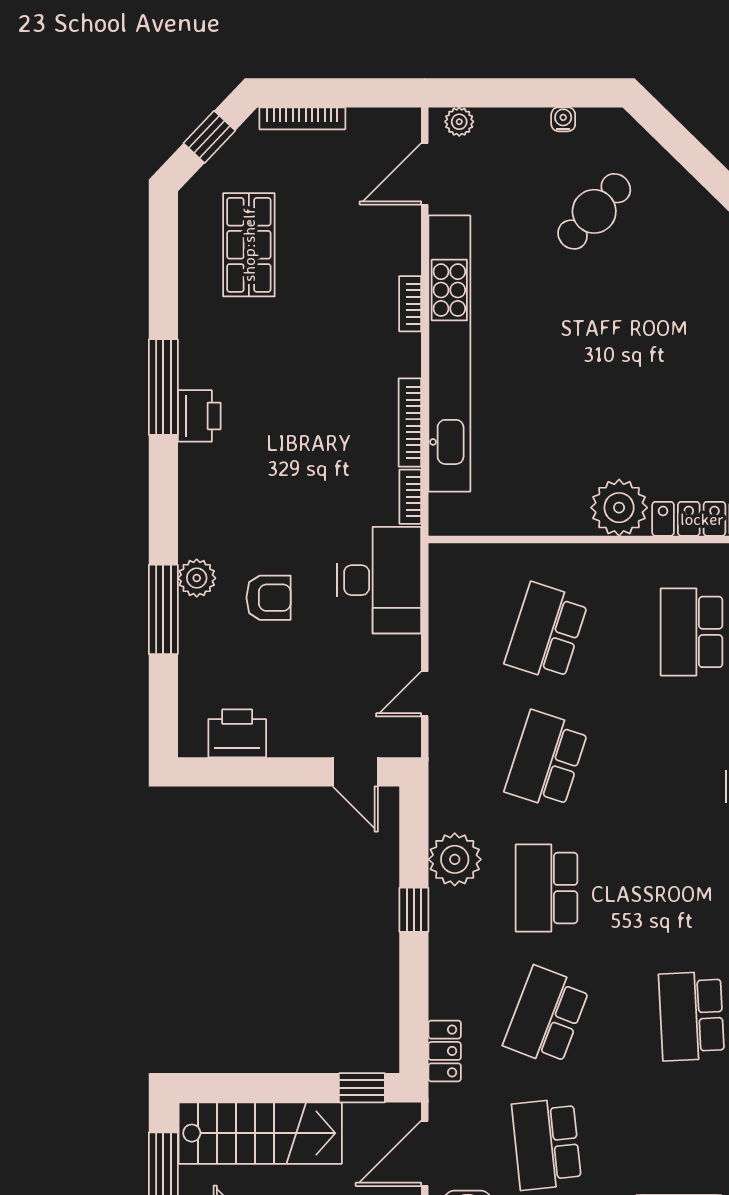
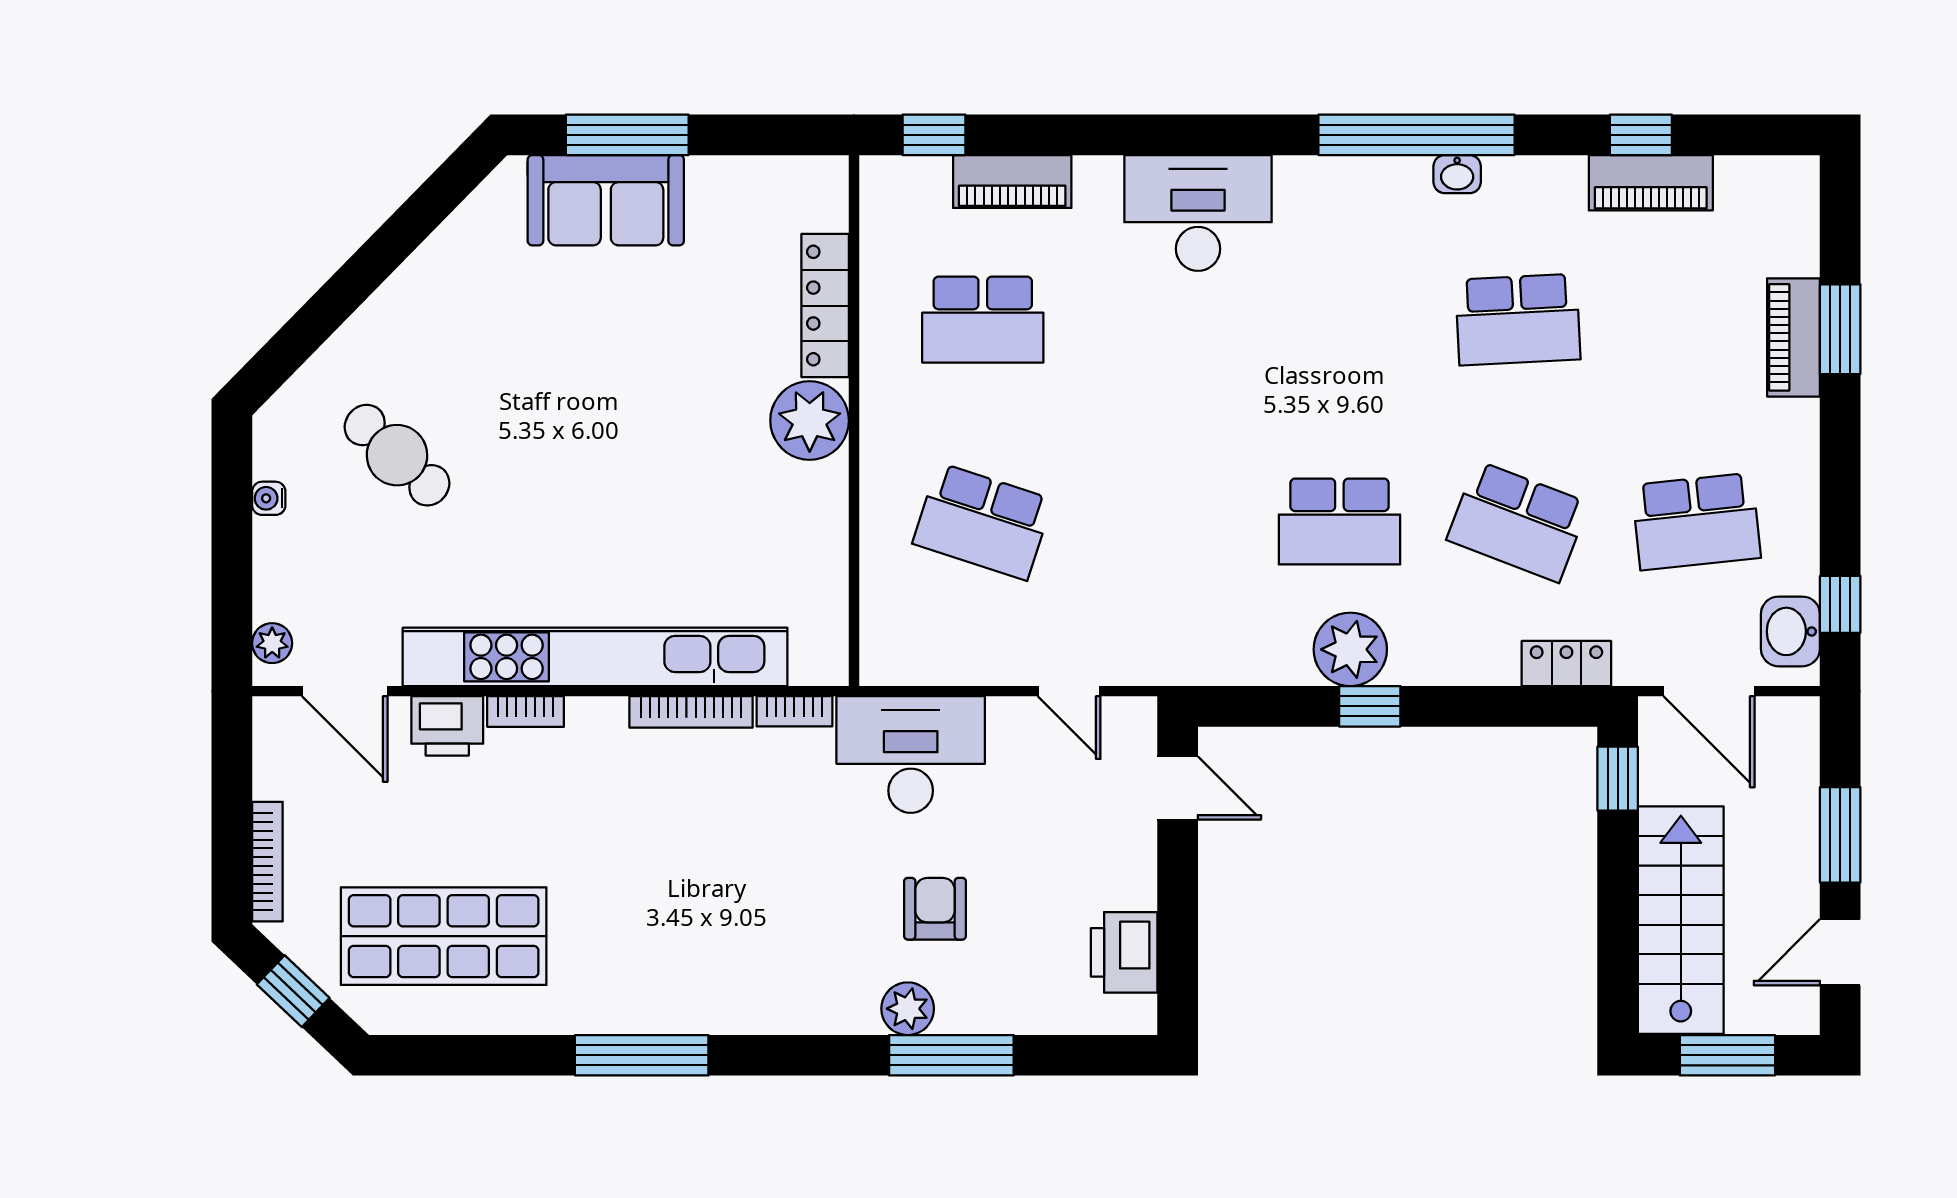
shop shelf: (249, 245) -> (444, 936), width x1.43, depth x1.36
printer: (199, 416) -> (447, 726), moved, turned 180
school desk: (547, 760) -> (1161, 521), removed
door: (355, 772) -> (1178, 788), hinge flipped
plant: (455, 859) -> (1350, 649), moved

